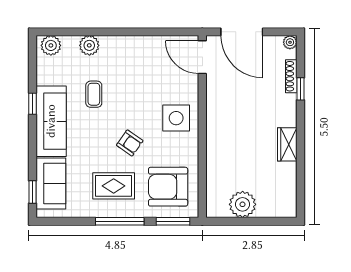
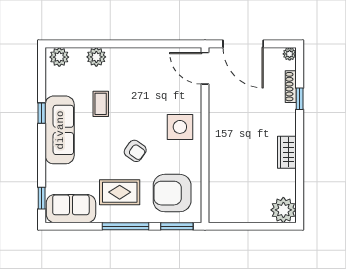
sofa: (51, 184) -> (71, 209), moved, turned -90
plant: (243, 204) -> (283, 210), moved

